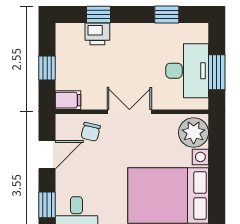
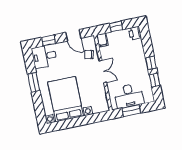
window: (98, 15) -> (151, 63), moved
printer: (97, 34) -> (135, 33), moved
plant: (194, 133) -> (99, 105), removed

